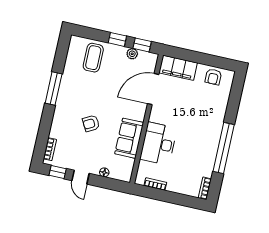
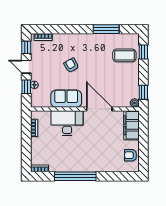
window: (117, 39) -> (143, 52), moved
plant: (132, 54) -> (135, 103), moved
window: (54, 88) -> (106, 29), moved
door: (153, 89) -> (99, 109), moved
door: (80, 177) -> (26, 67), hinge flipped
window: (104, 182) -> (26, 87), added

